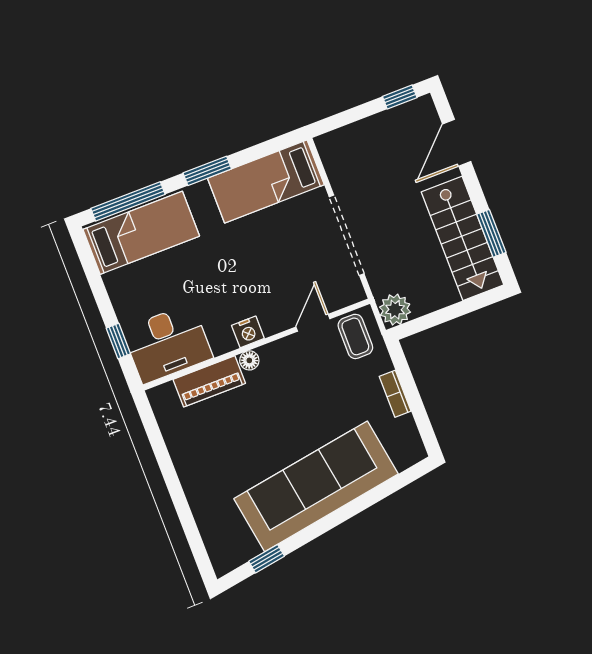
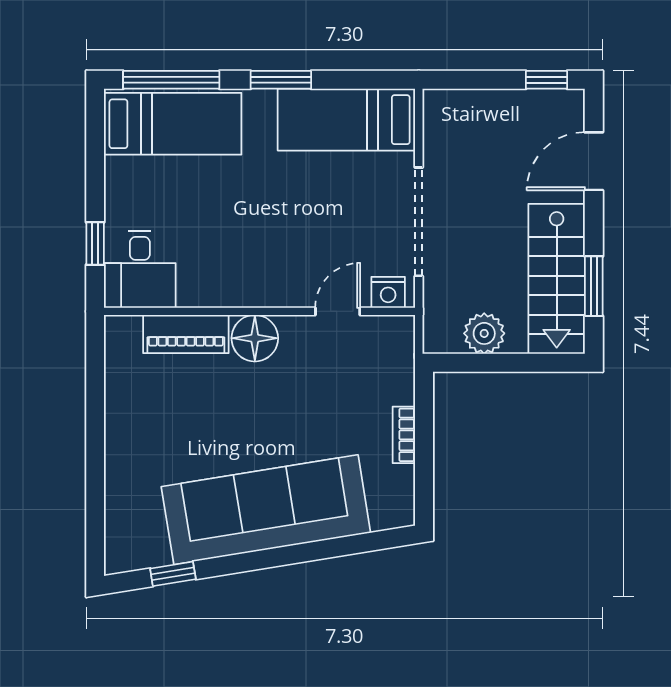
plant: (395, 310) -> (484, 333), moved
nightstand: (248, 332) -> (388, 292), moved
coffee table: (355, 336) -> (382, 347), removed
desk: (167, 344) -> (140, 269), width x0.73
floor lamp: (249, 360) -> (255, 338), width x1.89, depth x1.89

